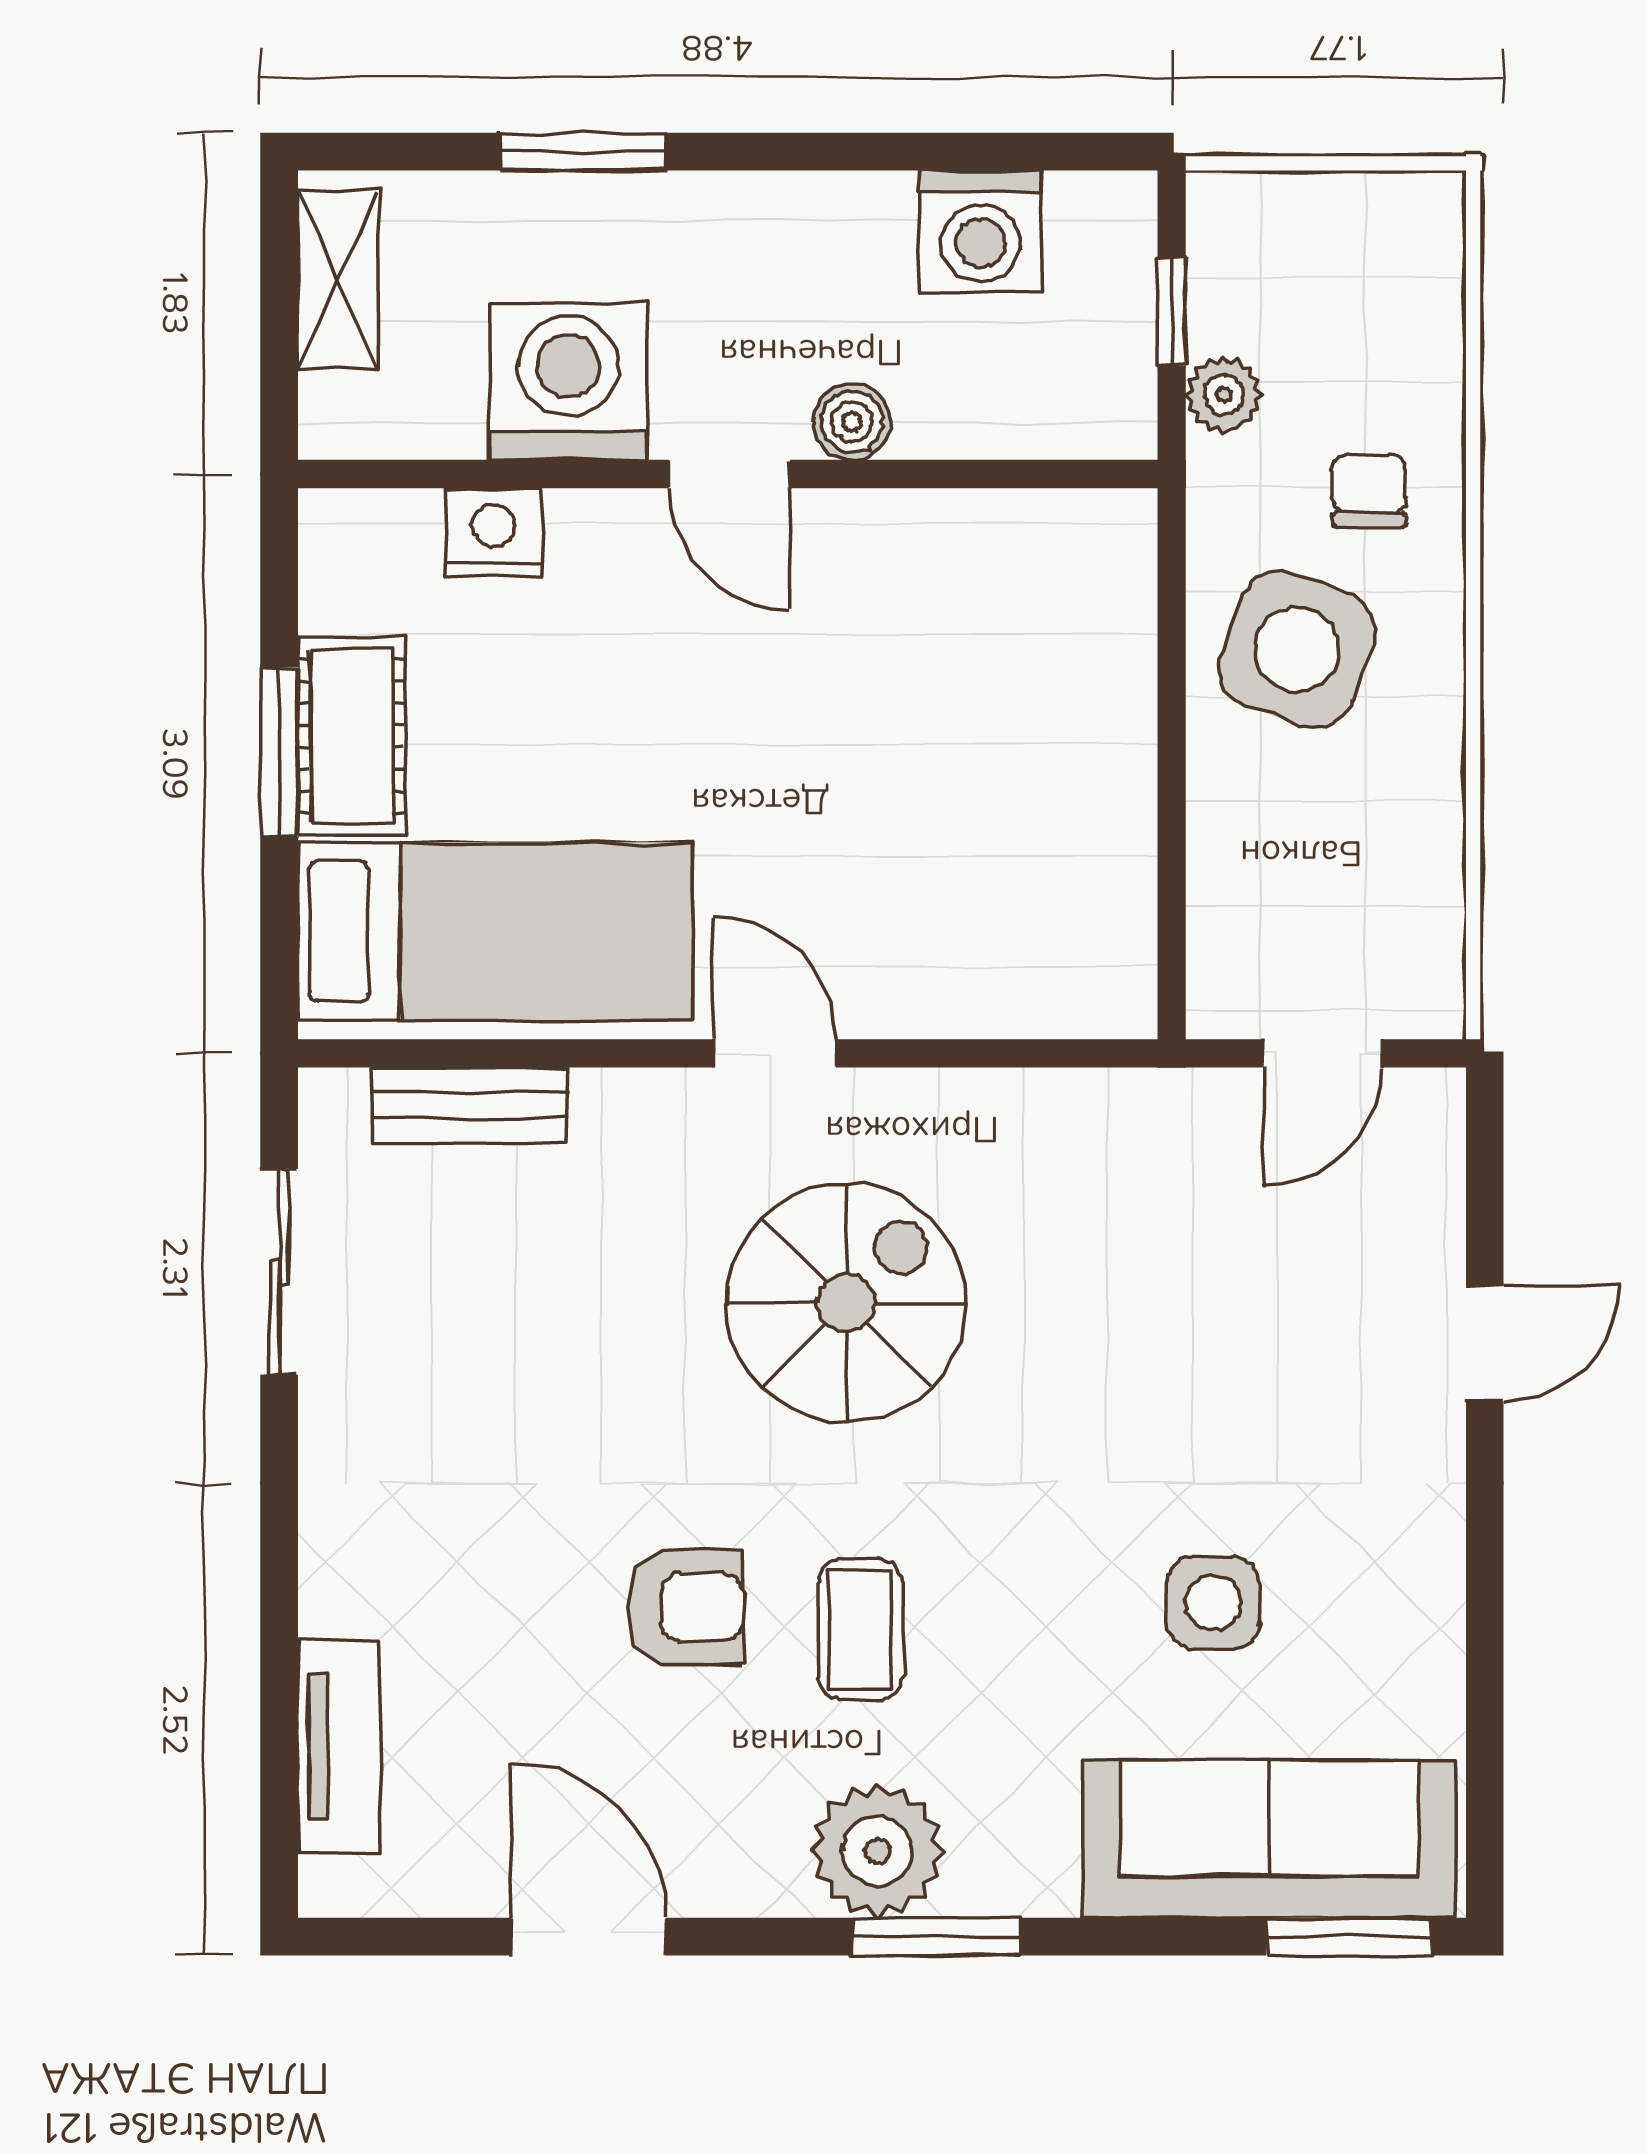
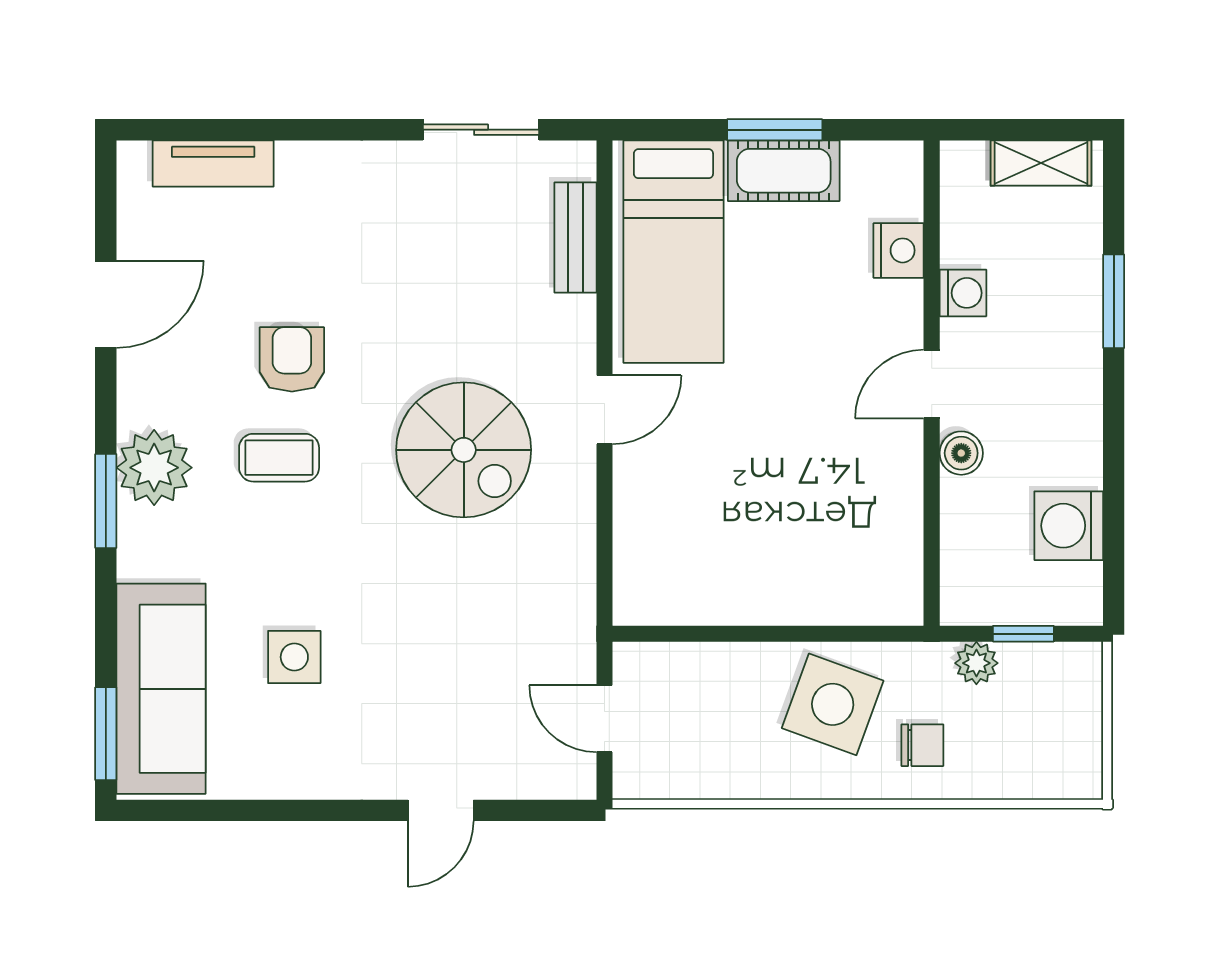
washing machine: (568, 382) -> (963, 293), width x0.53, depth x0.53
door: (1485, 1344) -> (441, 810), hinge flipped
armchair: (686, 1607) -> (292, 359), turned 180

